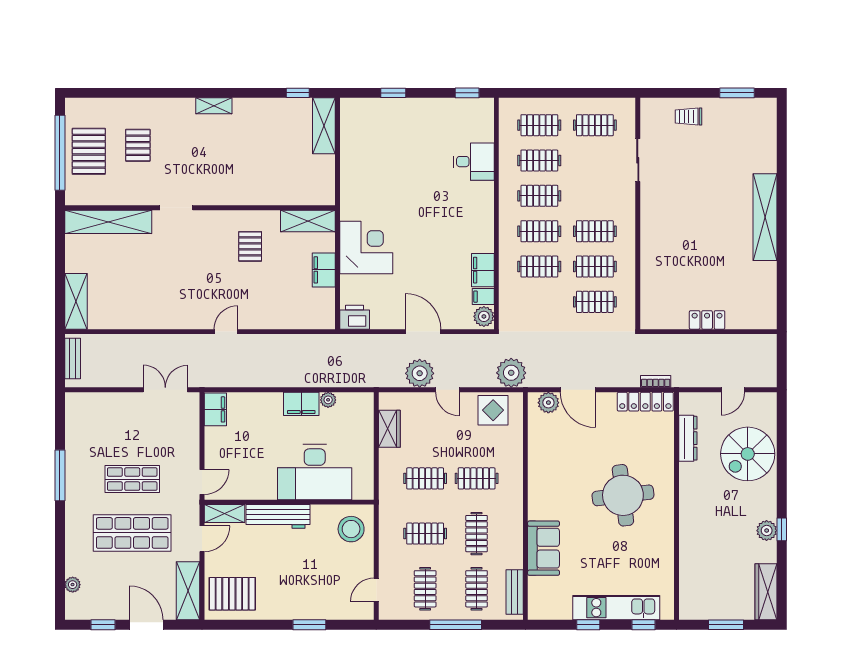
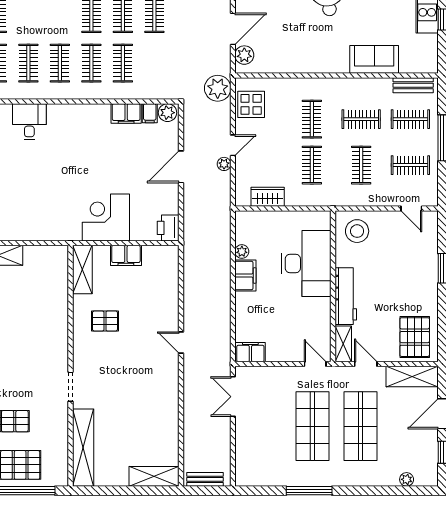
plant: (420, 373) -> (224, 164), width x0.53, depth x0.53
shop shelf: (132, 479) -> (312, 426), width x1.43, depth x1.36

